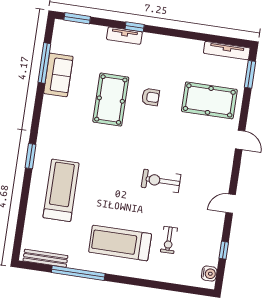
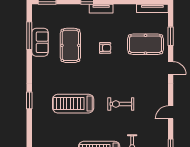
tv unit: (124, 36) -> (101, 9), moved
window: (250, 74) -> (171, 36), moved
pool table: (111, 100) -> (70, 45), moved
treadmill: (61, 190) -> (73, 104), moved, turned -90

